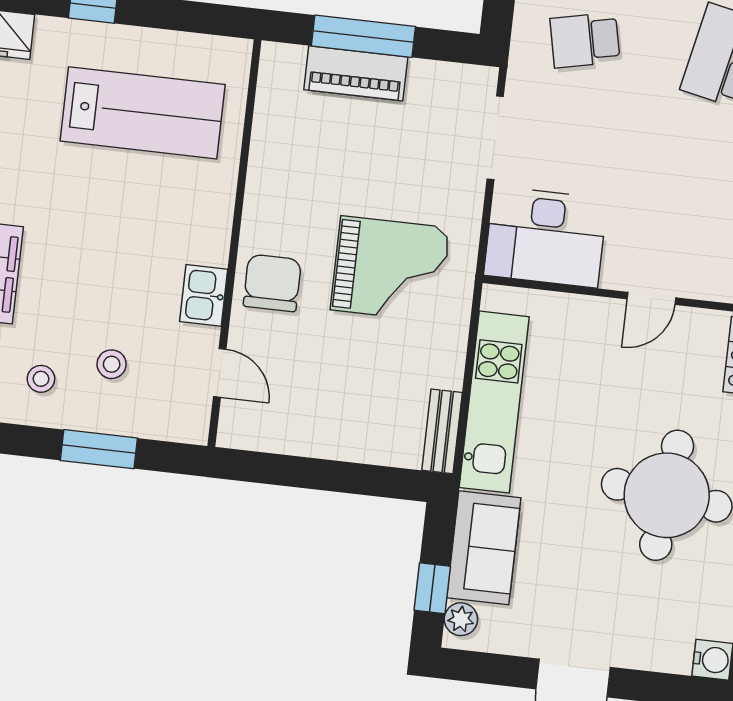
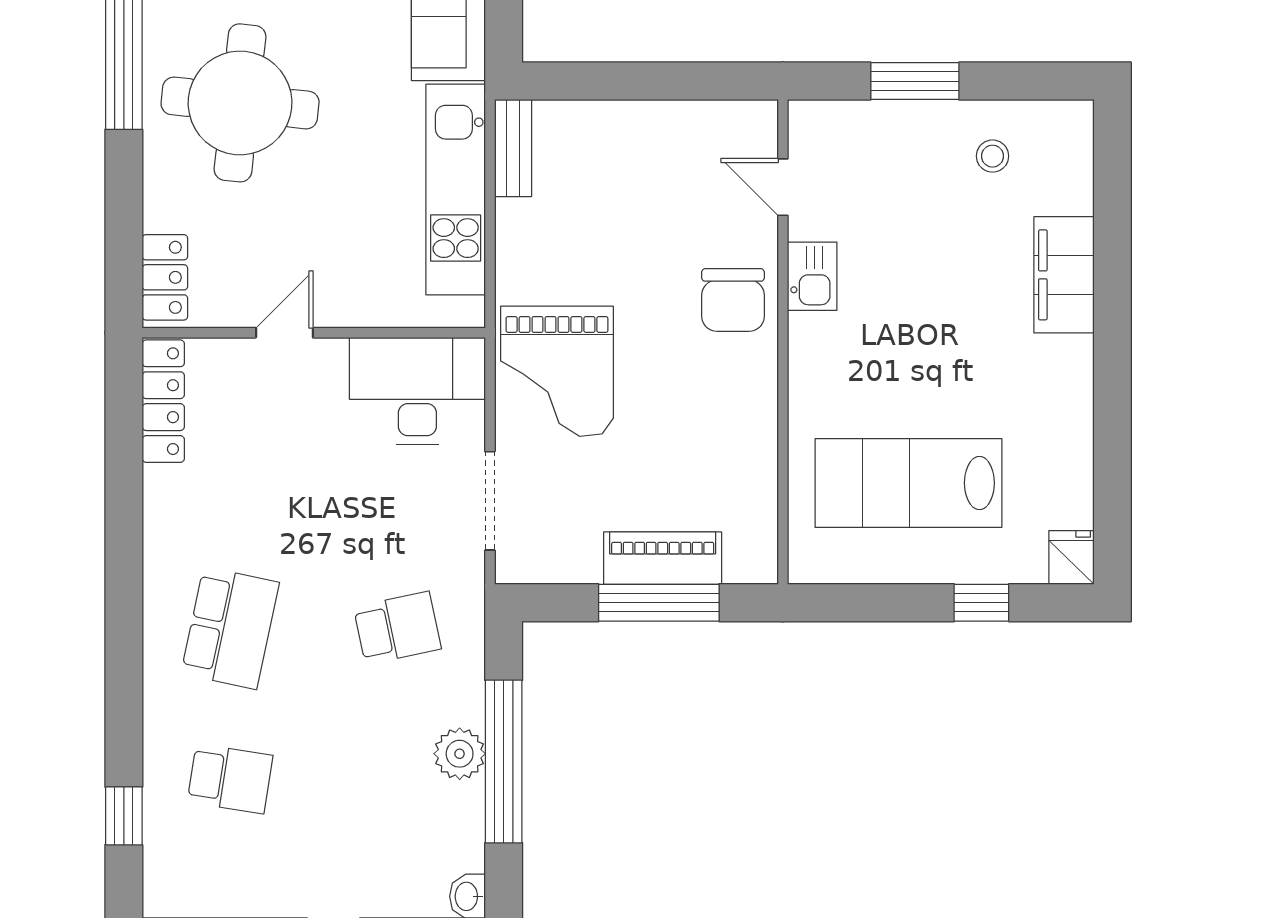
grand piano: (390, 269) -> (557, 371), moved, turned -90
stool: (112, 364) -> (911, 183), removed

